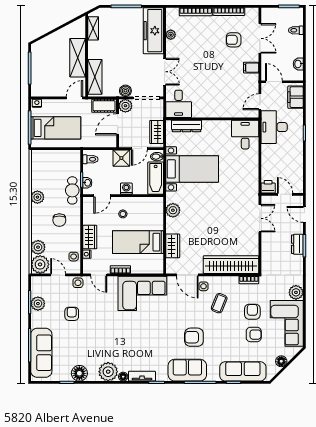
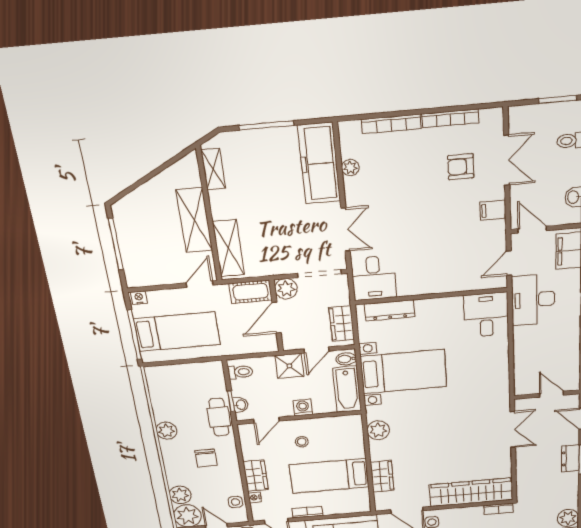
boiler: (125, 91) -> (283, 266), removed
printer: (268, 187) -> (525, 386), removed

